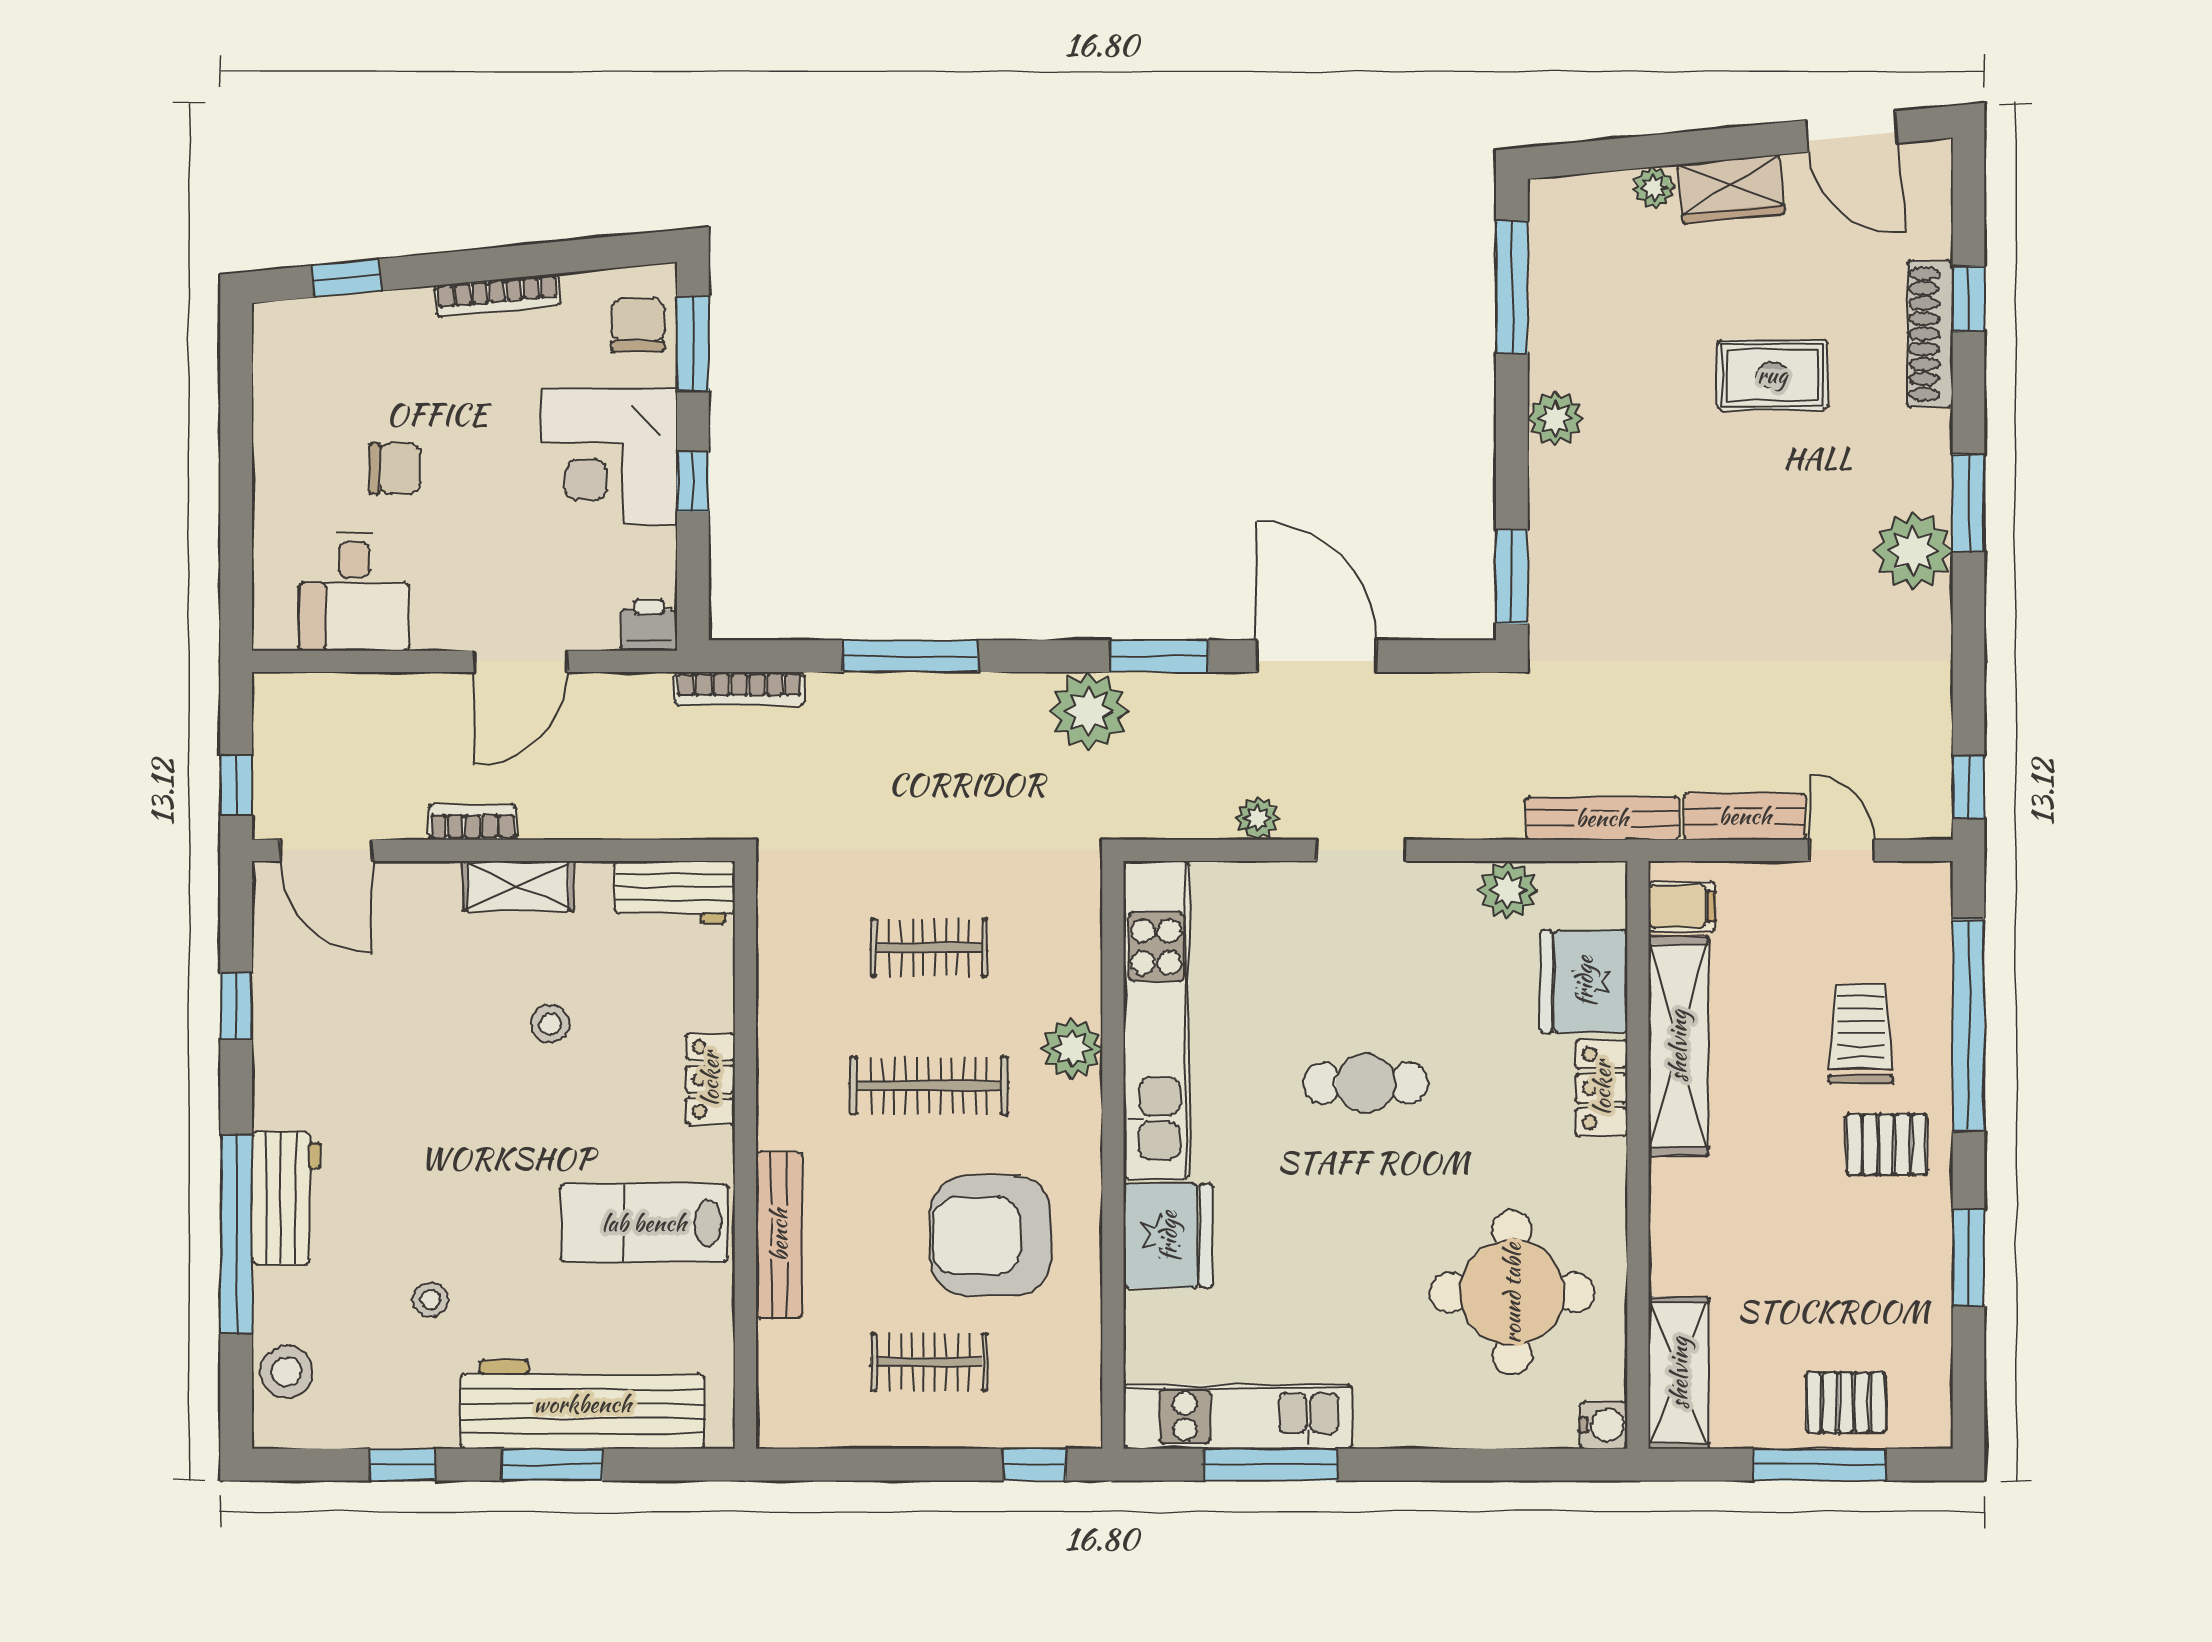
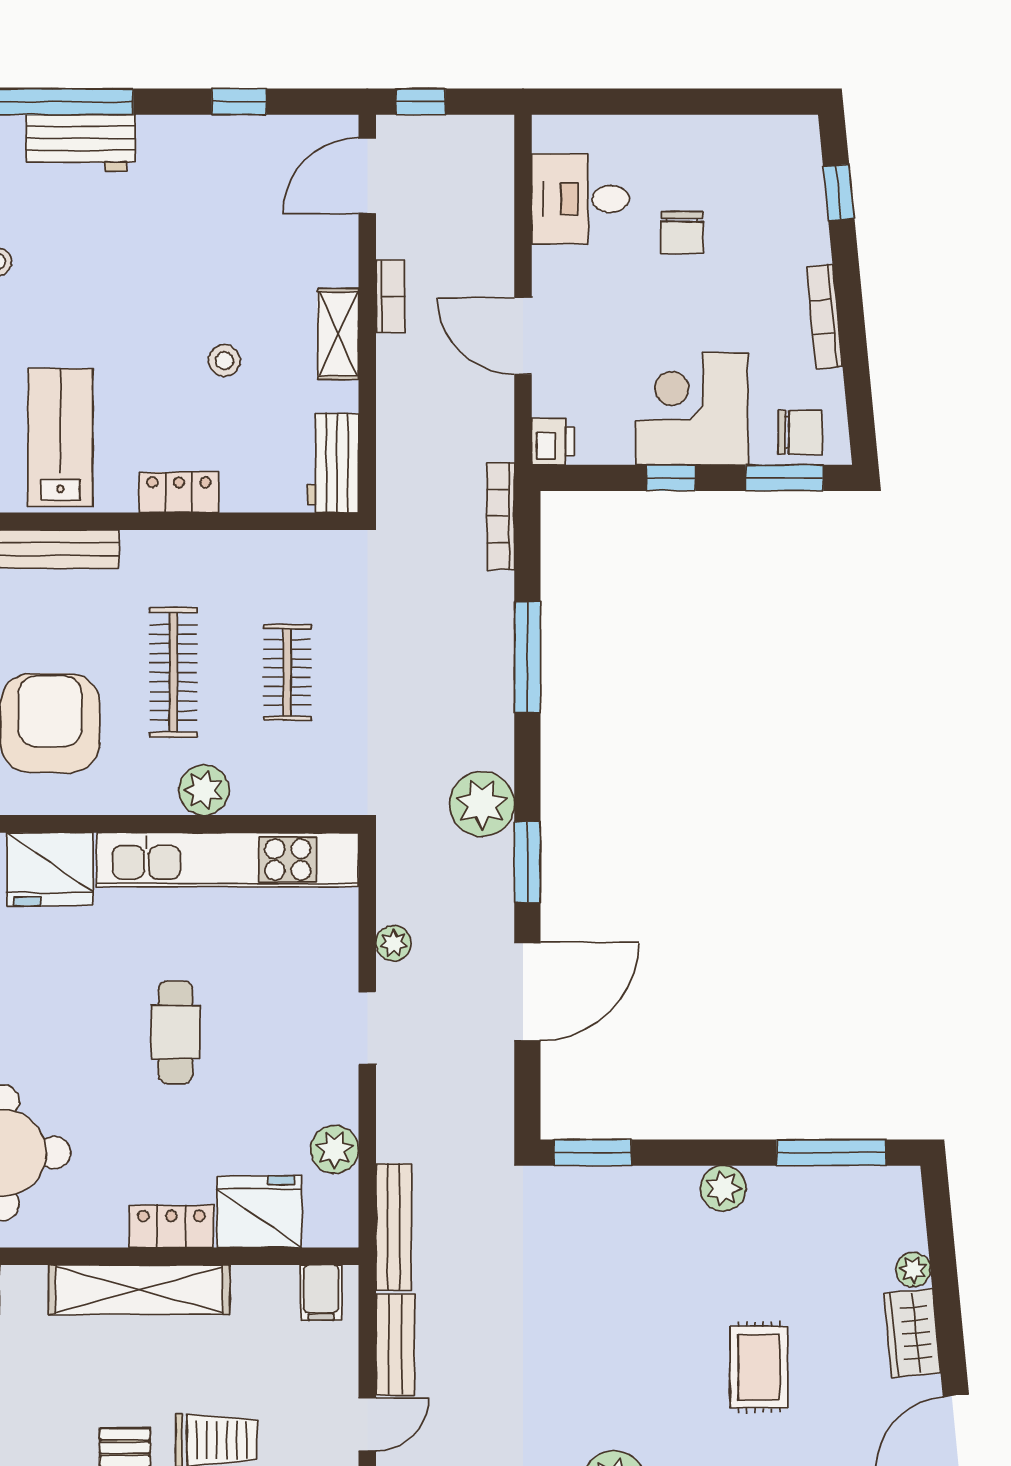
shelving: (1678, 1046) -> (139, 1290), moved

